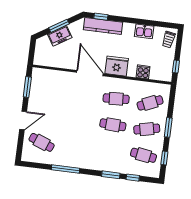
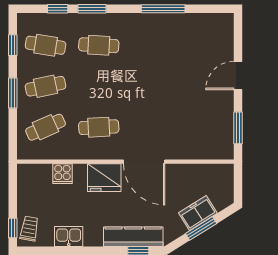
window: (176, 67) -> (13, 228), moved
cafe table: (113, 125) -> (99, 45), moved
cafe table: (42, 142) -> (205, 45), removed

